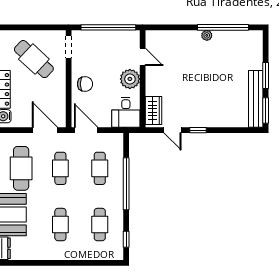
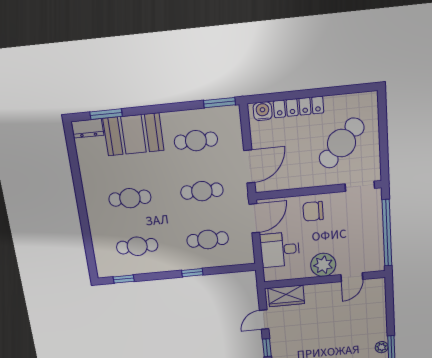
chair: (85, 84) -> (313, 211), turned 90
desk: (126, 112) -> (280, 250), moved
cafe table: (21, 168) -> (196, 141), width x0.73, depth x0.74
window: (126, 184) -> (192, 273), width x0.32

